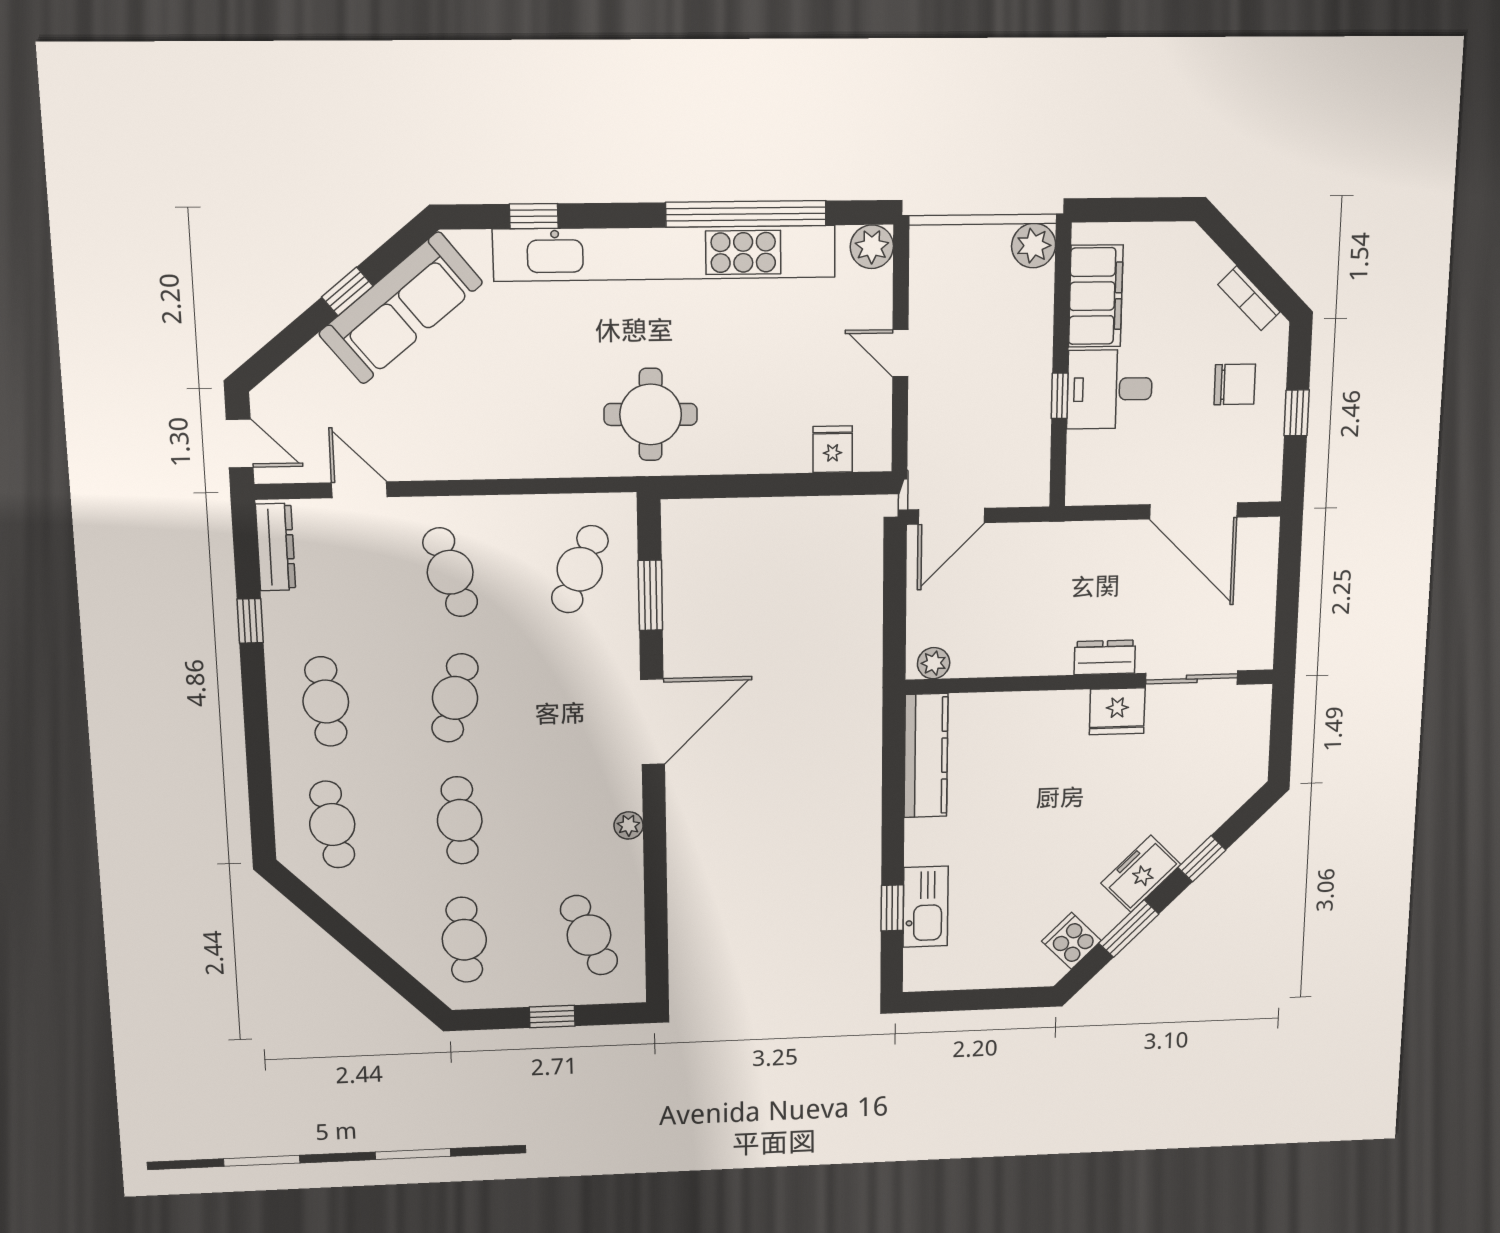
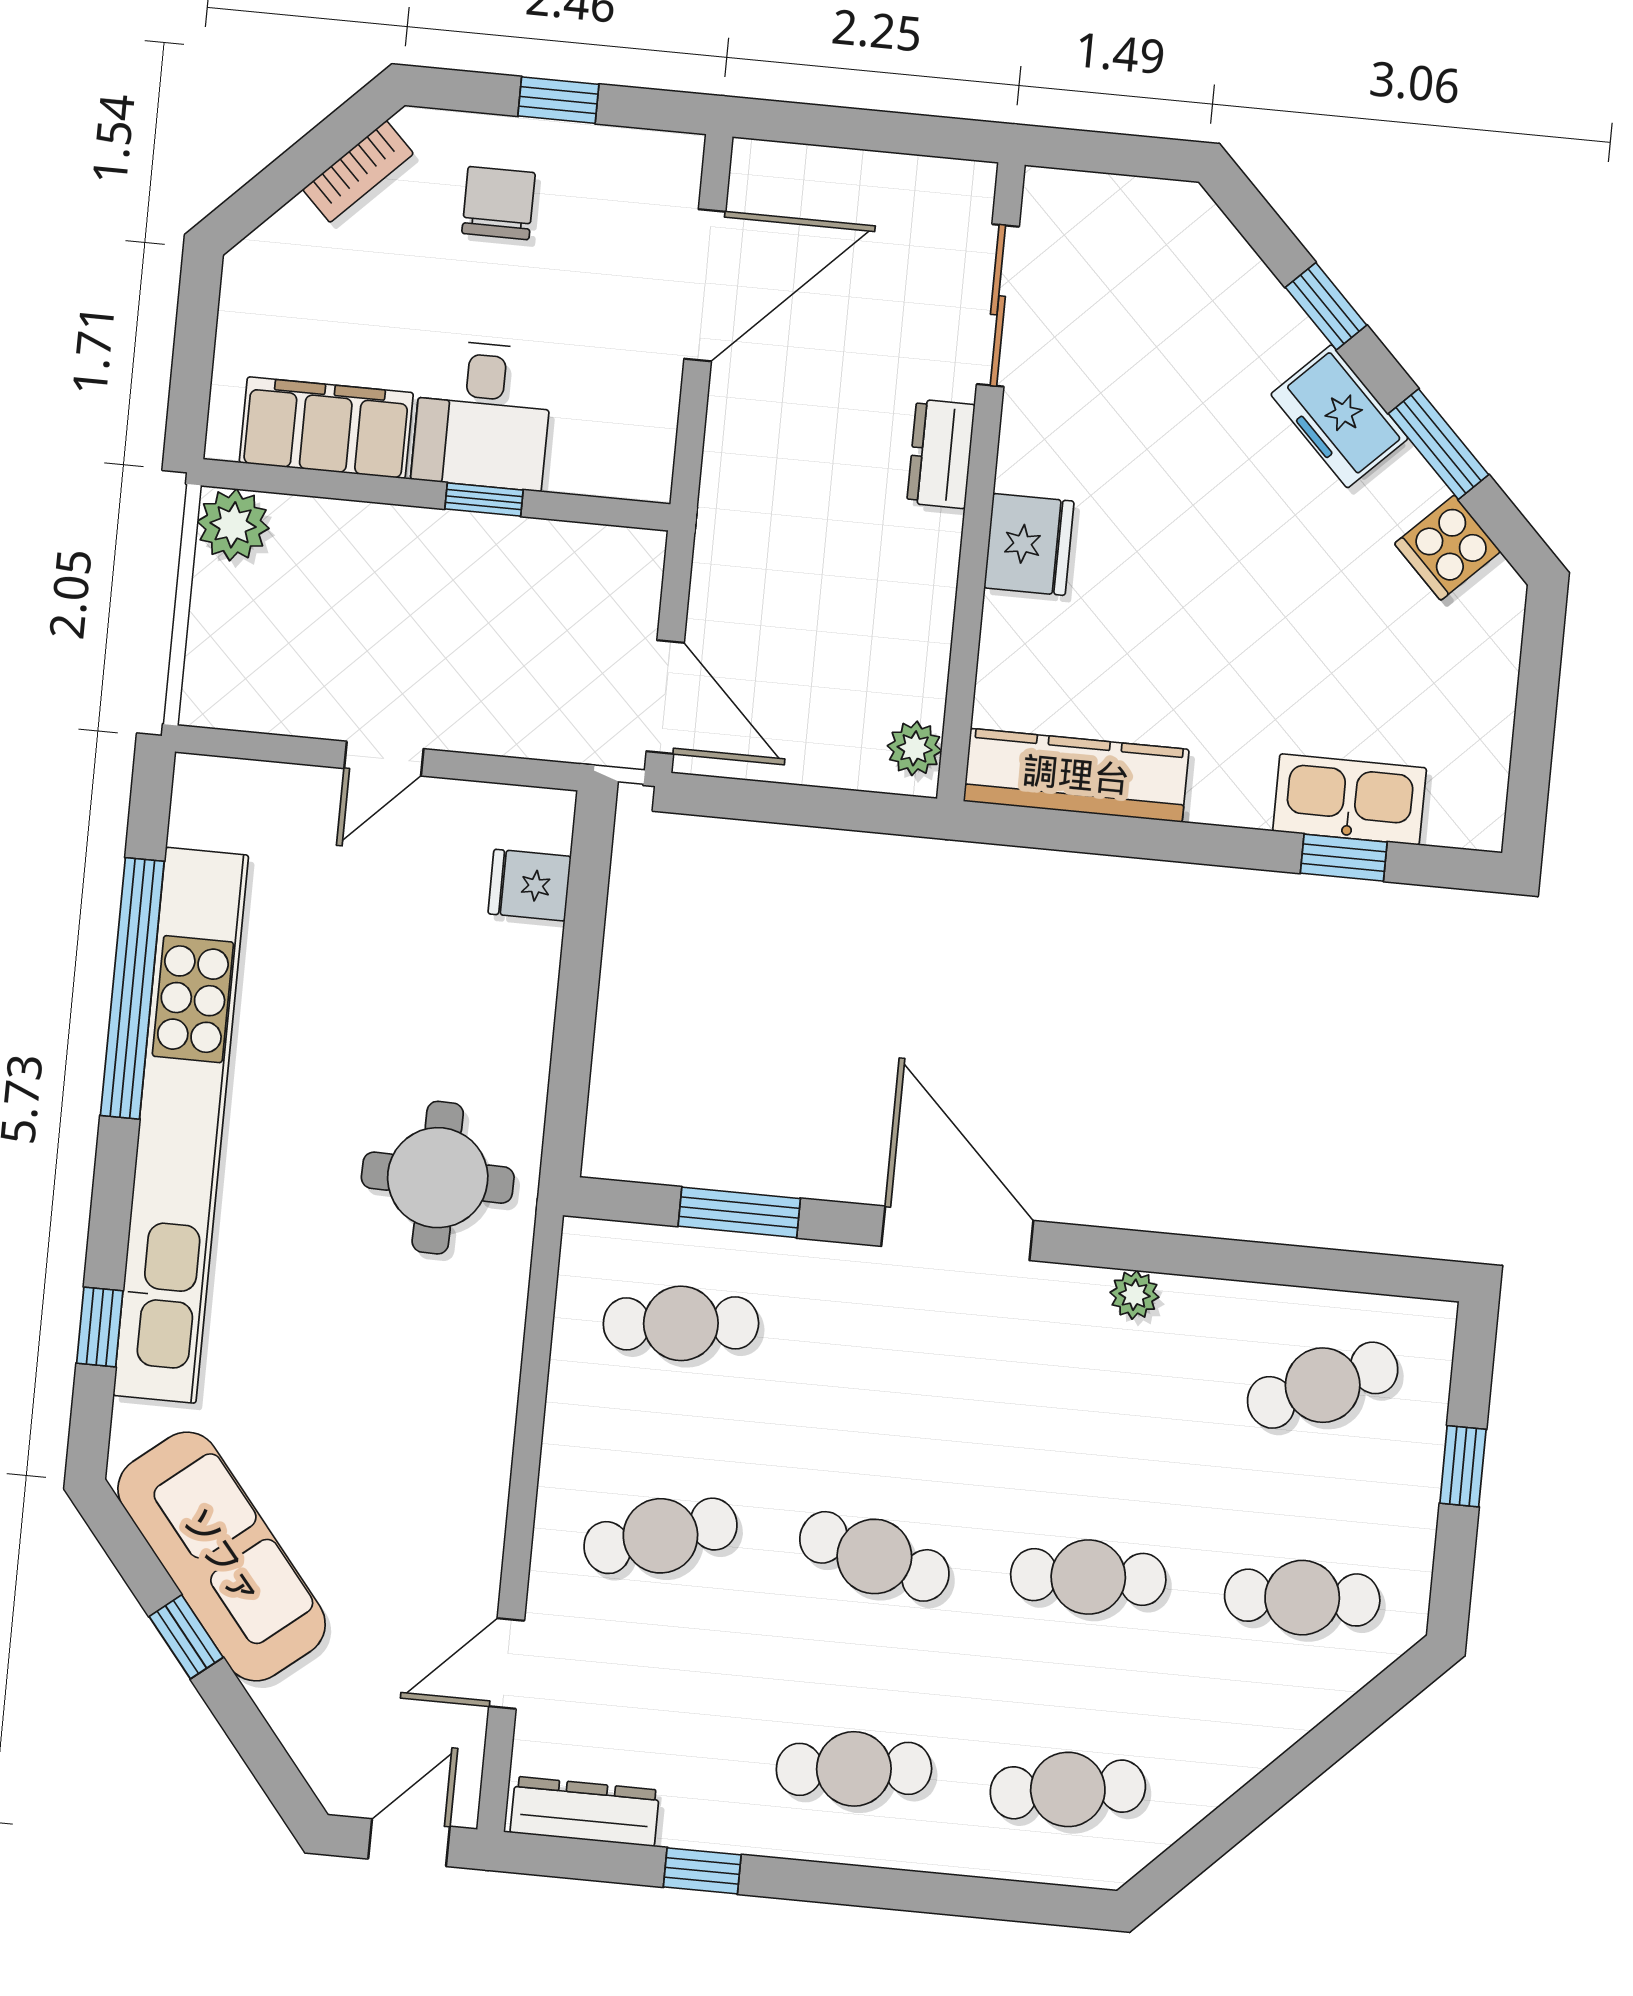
plant: (872, 247) -> (206, 790), removed
cafe table: (580, 569) -> (681, 1323), turned -30
fridge: (1117, 711) -> (1029, 544), moved

